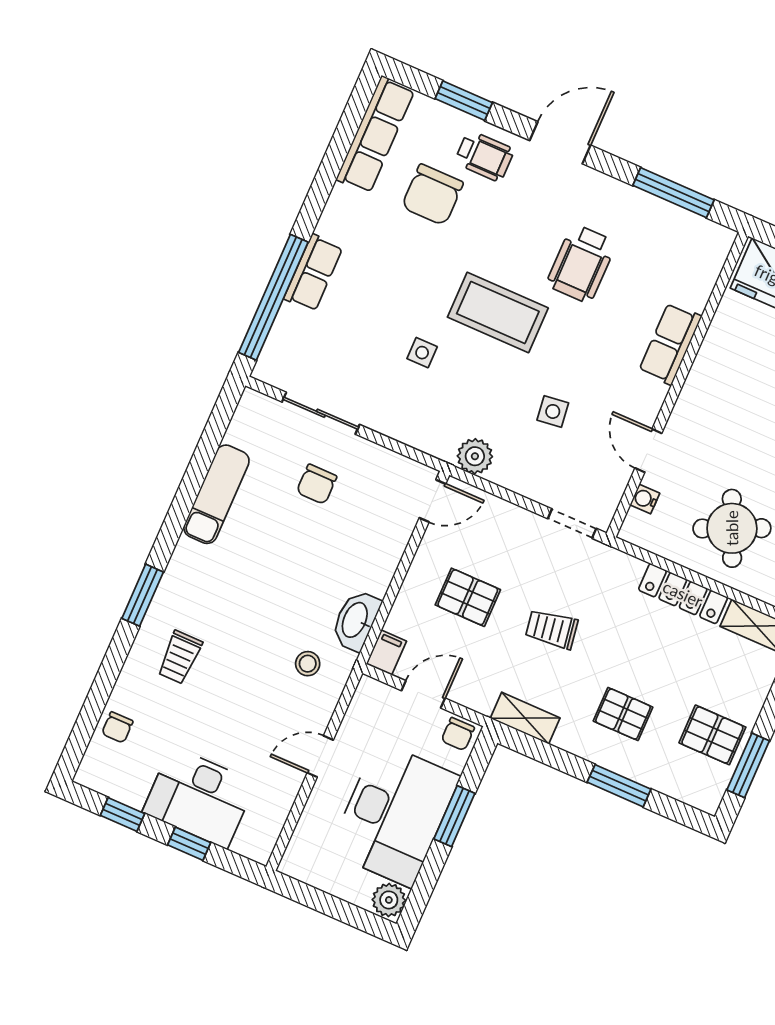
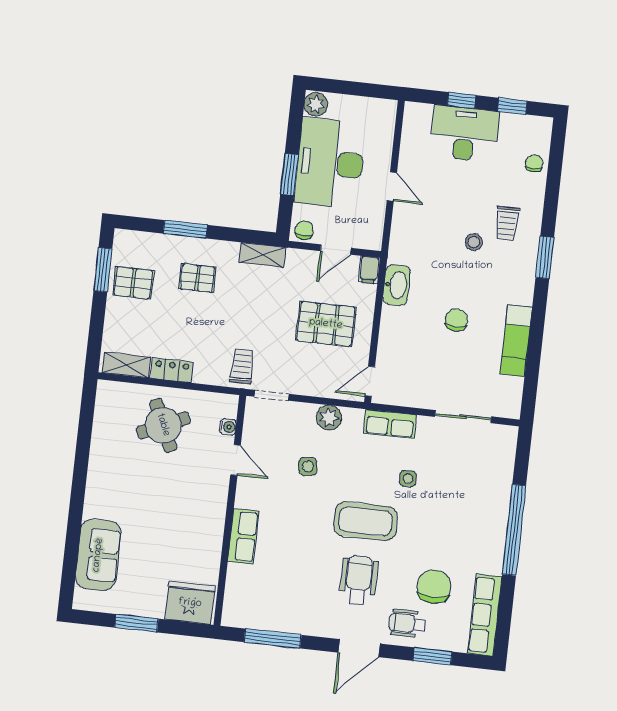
wheelchair: (581, 264) -> (359, 580), moved
row of seats: (313, 273) -> (390, 424), moved, turned -90
window: (273, 297) -> (514, 530), moved
plant: (475, 456) -> (329, 418), moved
chair: (317, 484) -> (456, 320), moved
locker: (683, 594) -> (172, 370), width x0.66
pallet: (468, 597) -> (326, 324), width x1.50, depth x1.42
trolley: (552, 629) -> (242, 366), moved, turned -81
trolley: (180, 657) -> (507, 224), turned 180
stool: (308, 664) -> (474, 242), moved
door: (320, 756) -> (392, 186), hinge flipped

